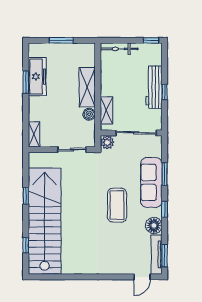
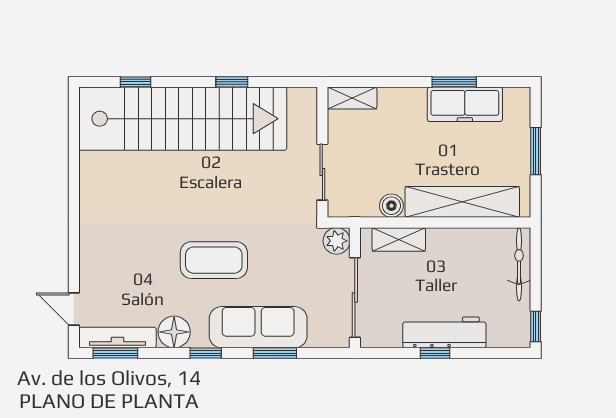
shelving: (87, 87) -> (462, 202), width x1.47

